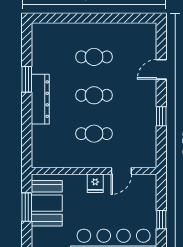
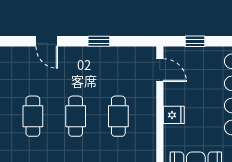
door: (121, 171) -> (160, 70), moved
window: (161, 220) -> (195, 41), moved

